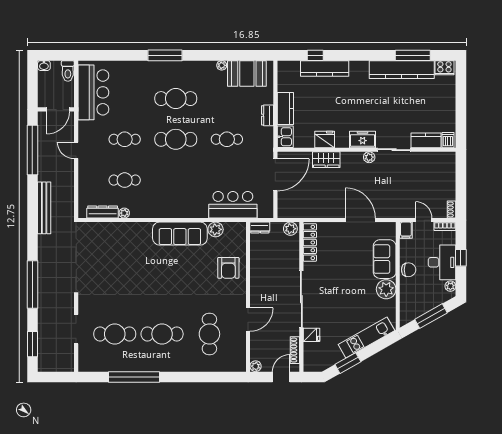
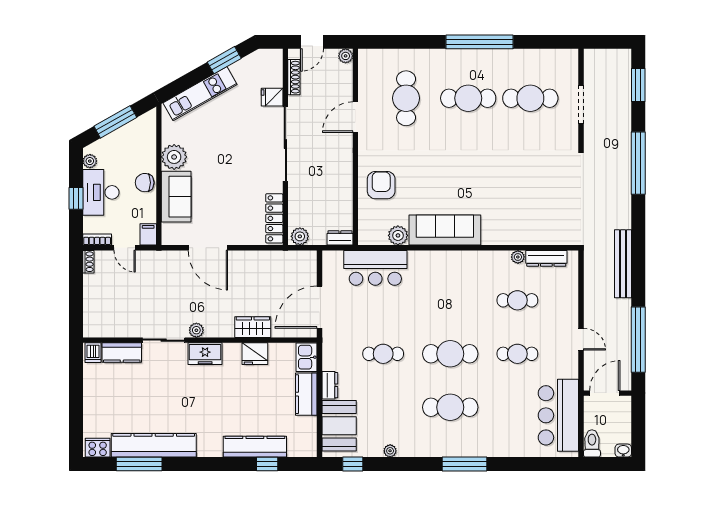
window: (250, 55) -> (353, 464), added
booth: (247, 73) -> (339, 426), moved, turned 90
window: (134, 377) -> (479, 42), moved

